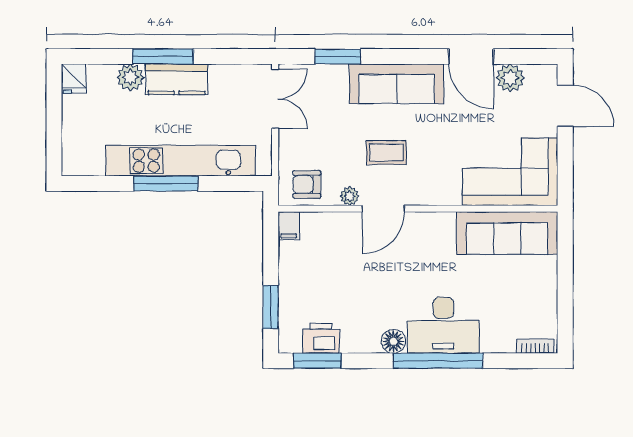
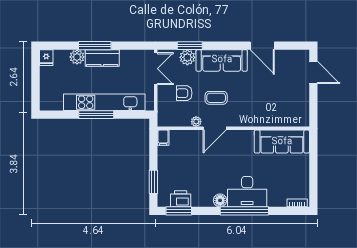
plant: (510, 78) -> (187, 57), moved
corner sofa: (510, 172) -> (283, 108), removed
armchair: (307, 184) -> (184, 93), moved

